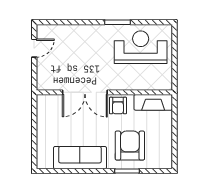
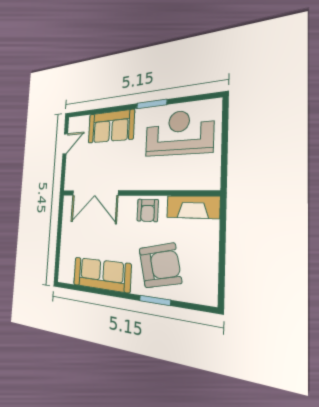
sofa: (81, 37) -> (111, 126), added
double door: (85, 92) -> (95, 193), moved
armchair: (130, 146) -> (160, 265), turned 77

